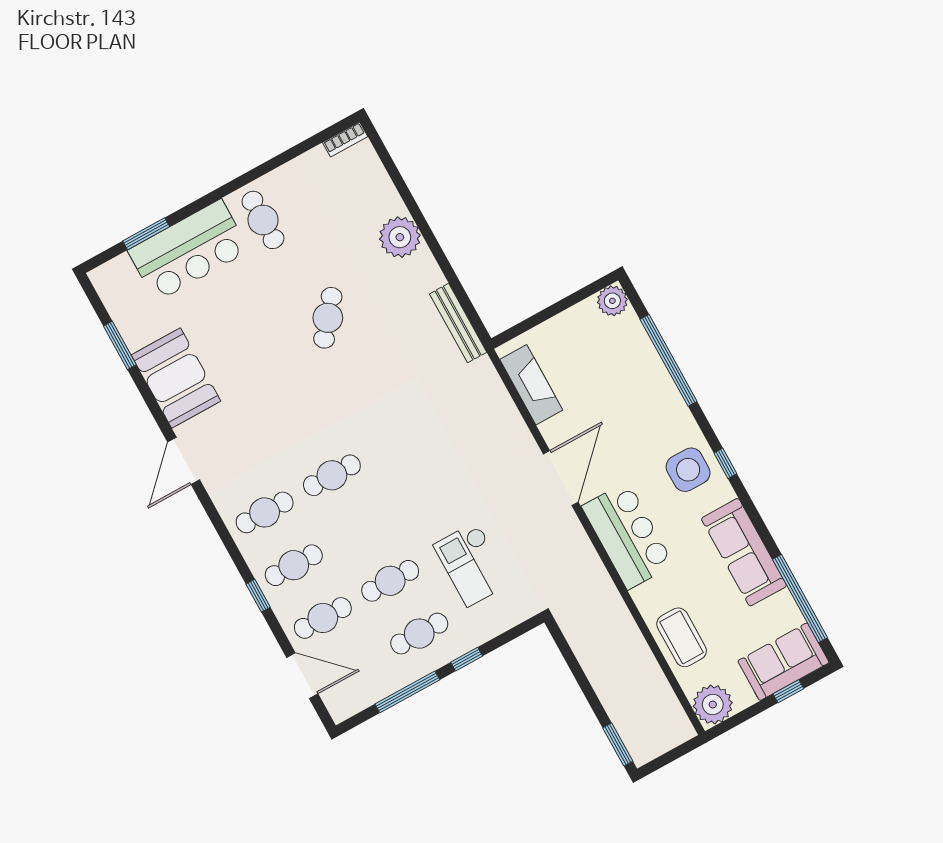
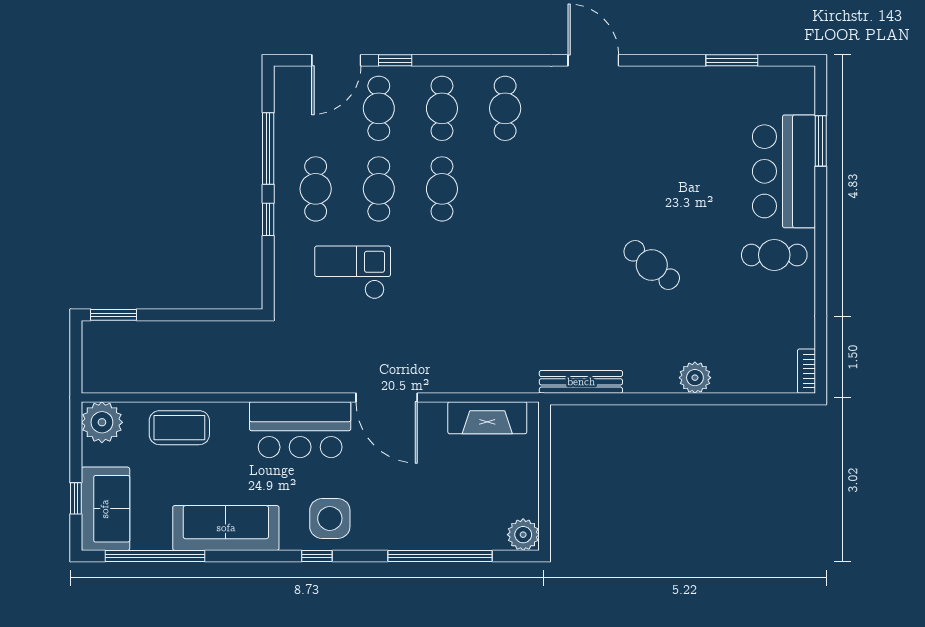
plant: (400, 237) -> (695, 378), width x0.73, depth x0.73
booth: (176, 378) -> (673, 95), removed
cafe table: (332, 475) -> (442, 189), moved
window: (258, 596) -> (395, 60), moved

